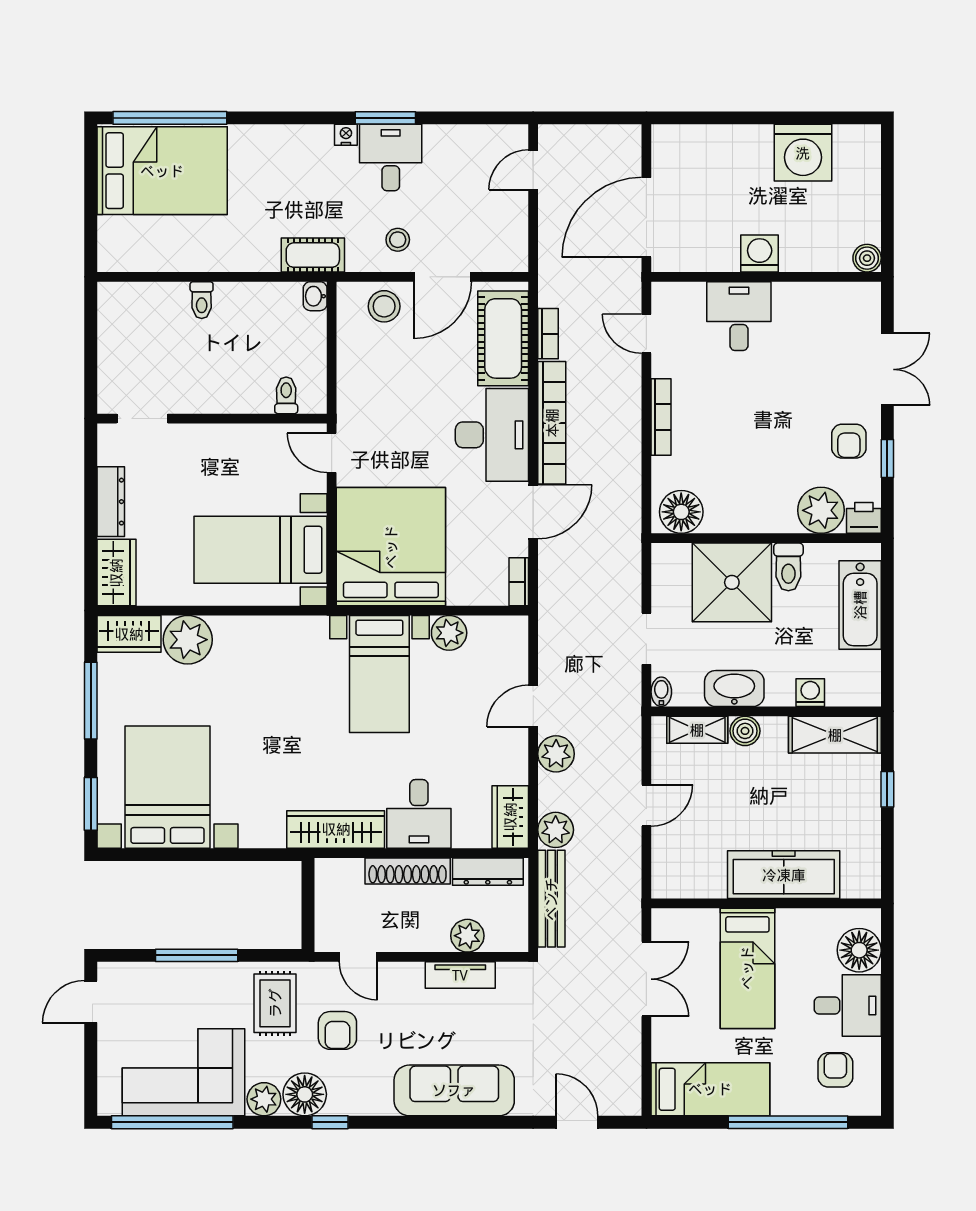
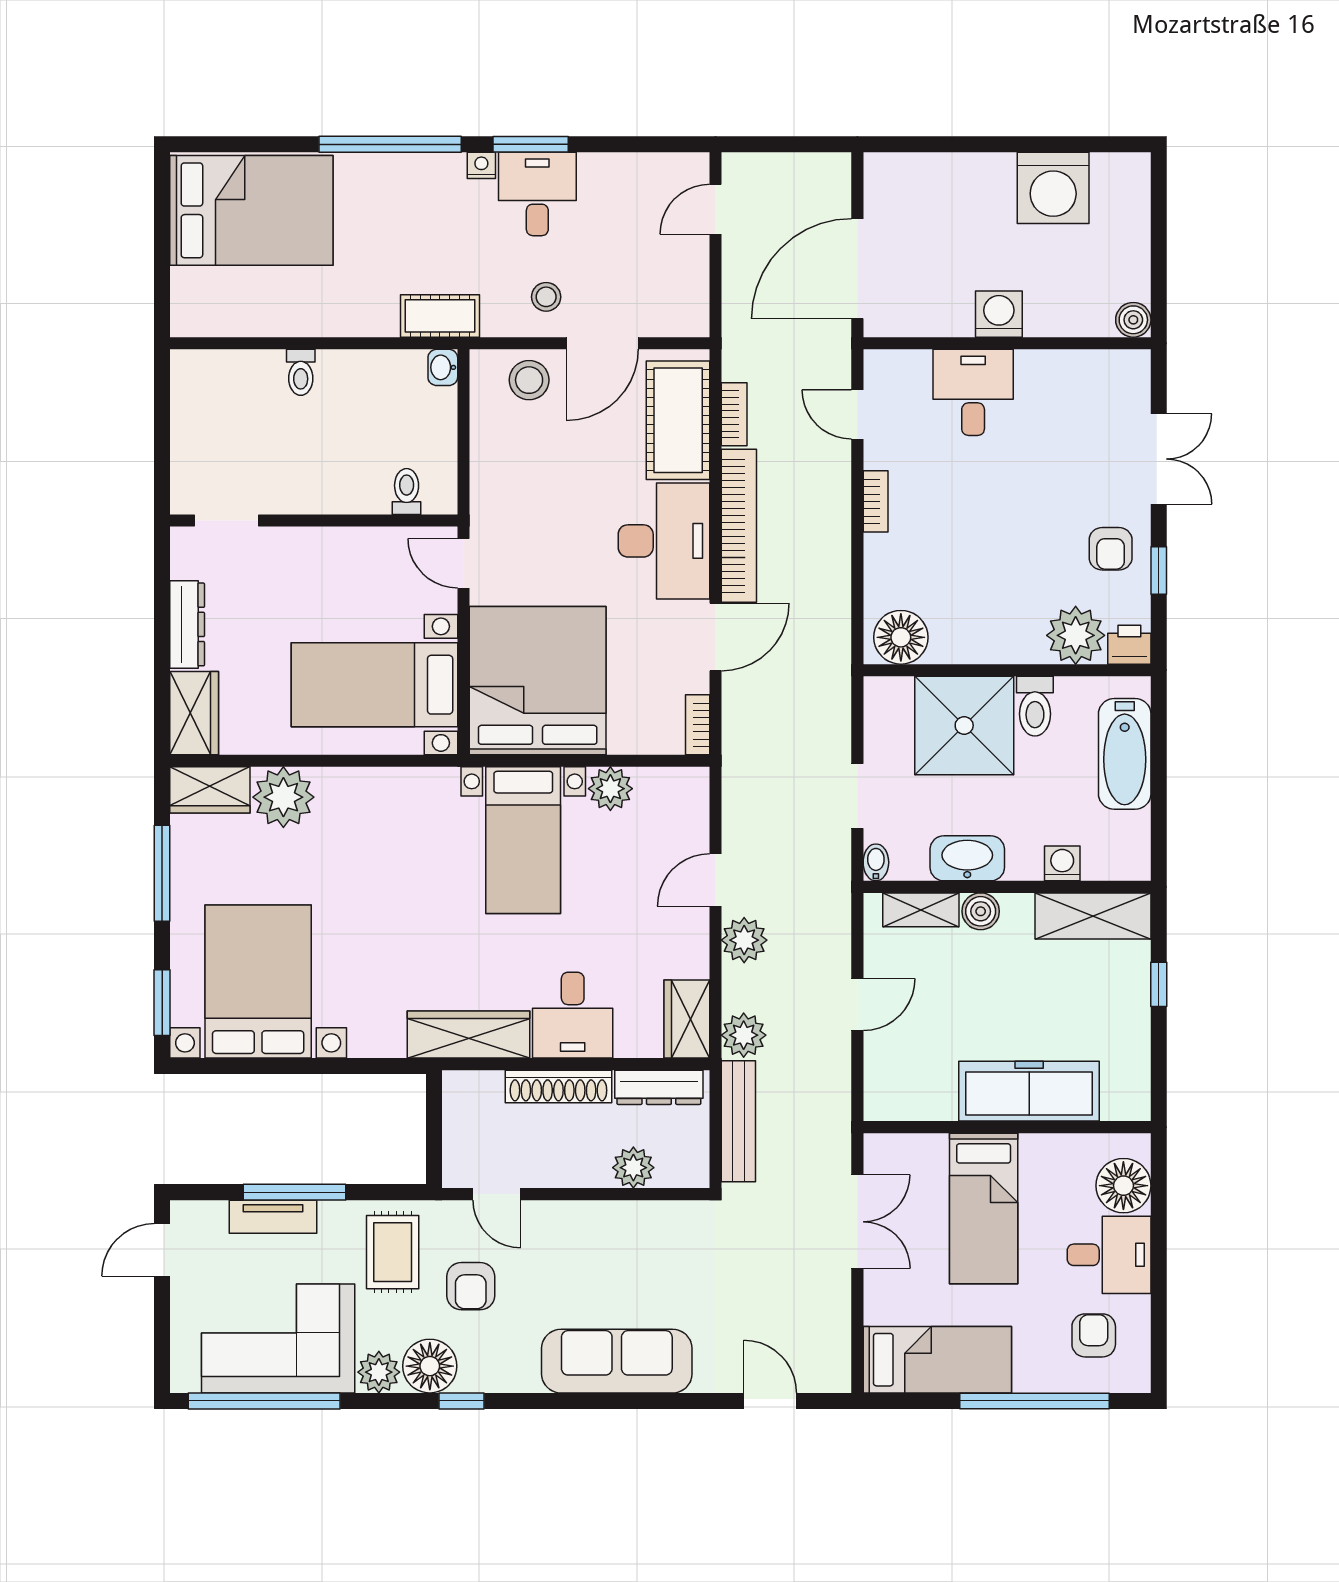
window: (170, 118) -> (390, 144), moved
bookcase: (661, 417) -> (876, 501), width x0.64
tv unit: (460, 975) -> (273, 1217), moved

